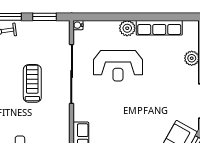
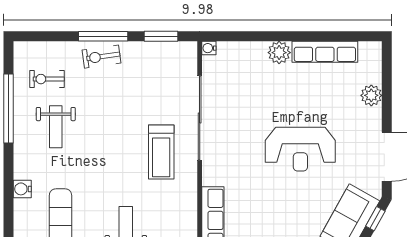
reception desk: (118, 66) -> (300, 149), moved
treadmill: (32, 83) -> (161, 152), moved, turned 180

